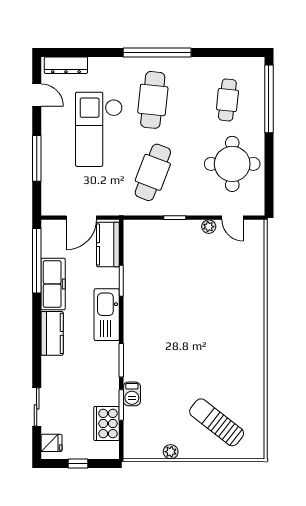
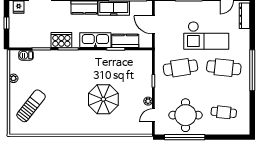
window: (269, 99) -> (185, 137), moved
checkout: (99, 129) -> (206, 35), turned 180
cafe table: (153, 172) -> (180, 68), turned -30
kitchen counter: (108, 245) -> (125, 41), moved
parasol: (206, 301) -> (103, 99), added
barbecue: (132, 394) -> (26, 55), moved
cooker: (106, 423) -> (61, 40), moved

